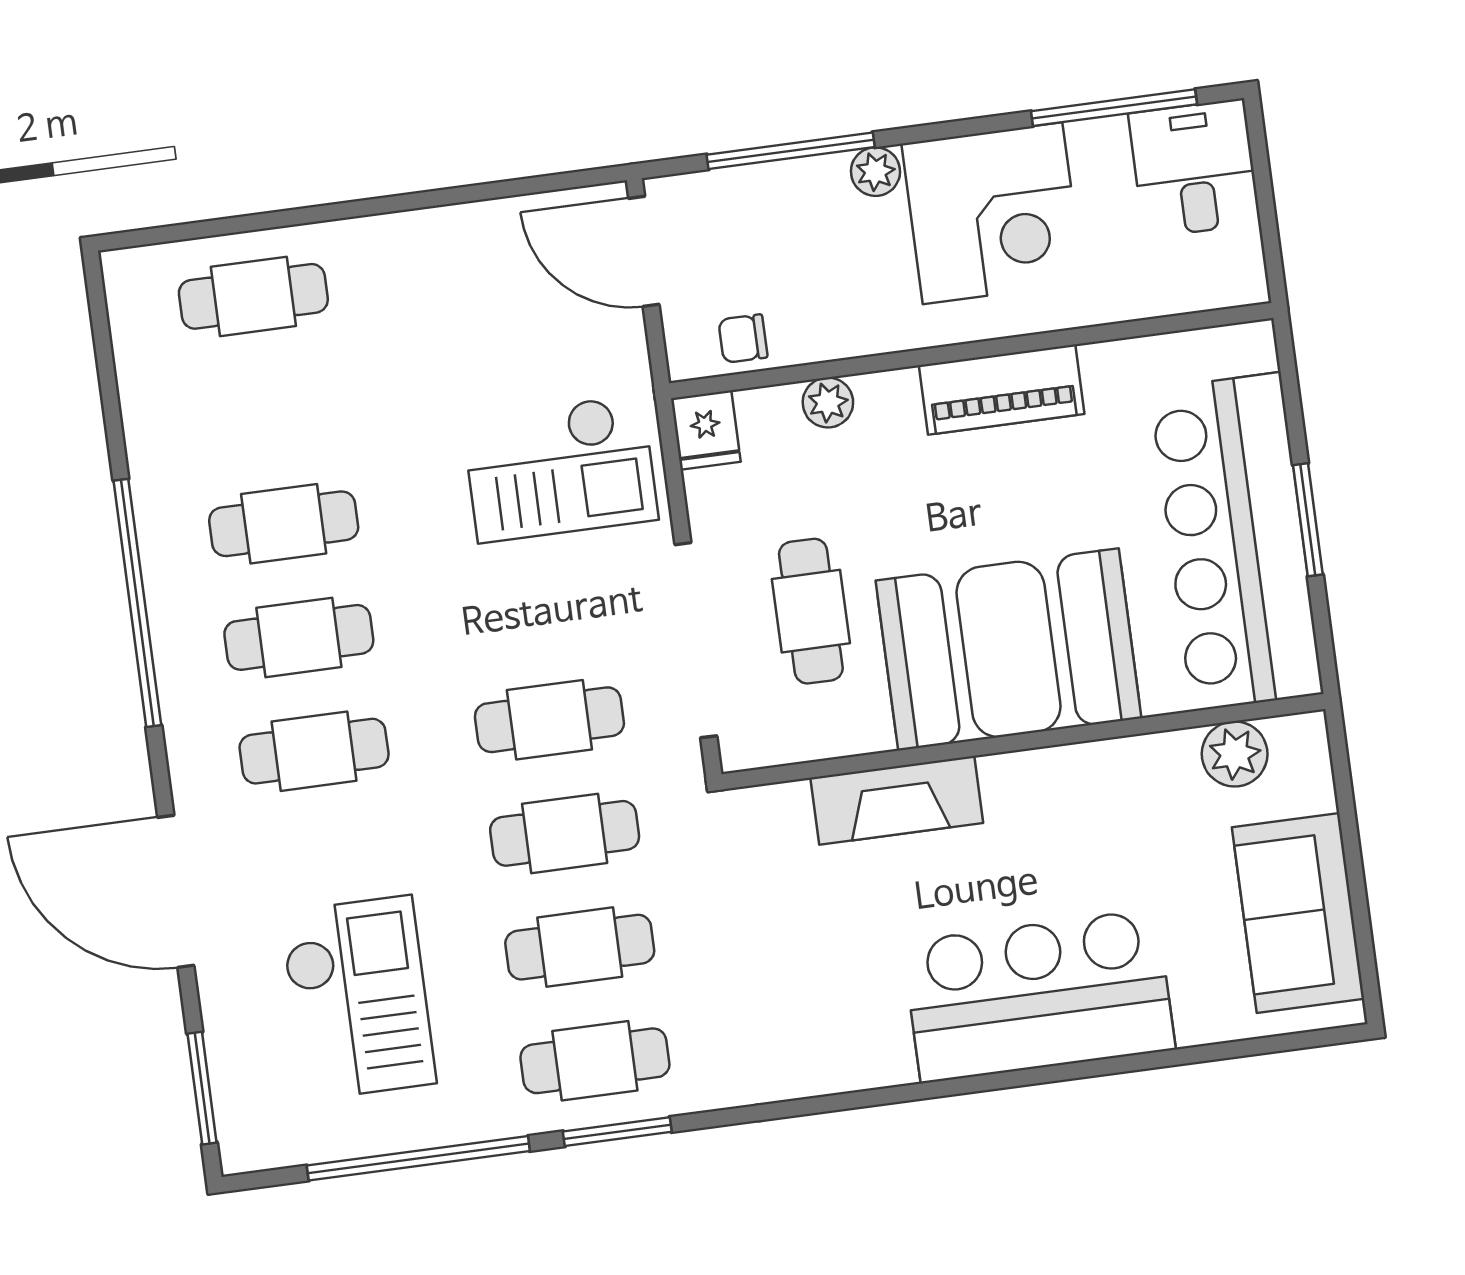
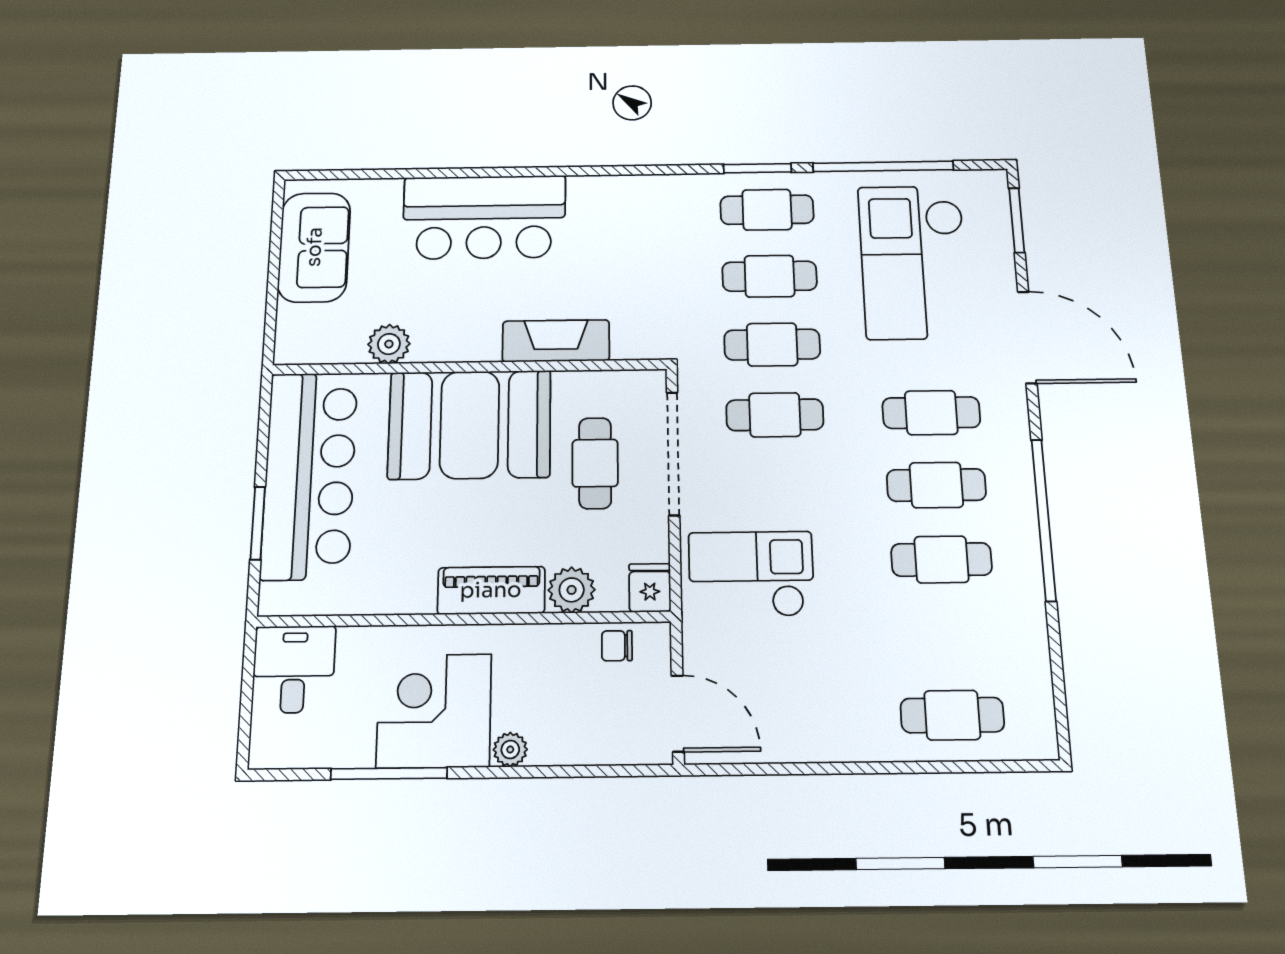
window: (1114, 108) -> (389, 773), moved
window: (791, 151) -> (567, 771), removed
desk: (1194, 168) -> (294, 669), moved, turned 180
chair: (743, 339) -> (617, 646), turned 180
piano: (1002, 390) -> (491, 590), moved
plant: (828, 403) -> (572, 590), width x1.38, depth x1.38
window: (1308, 520) -> (258, 523), moved
plant: (1235, 754) -> (389, 344), moved
checkout: (358, 998) -> (914, 262), width x1.36, depth x1.21

